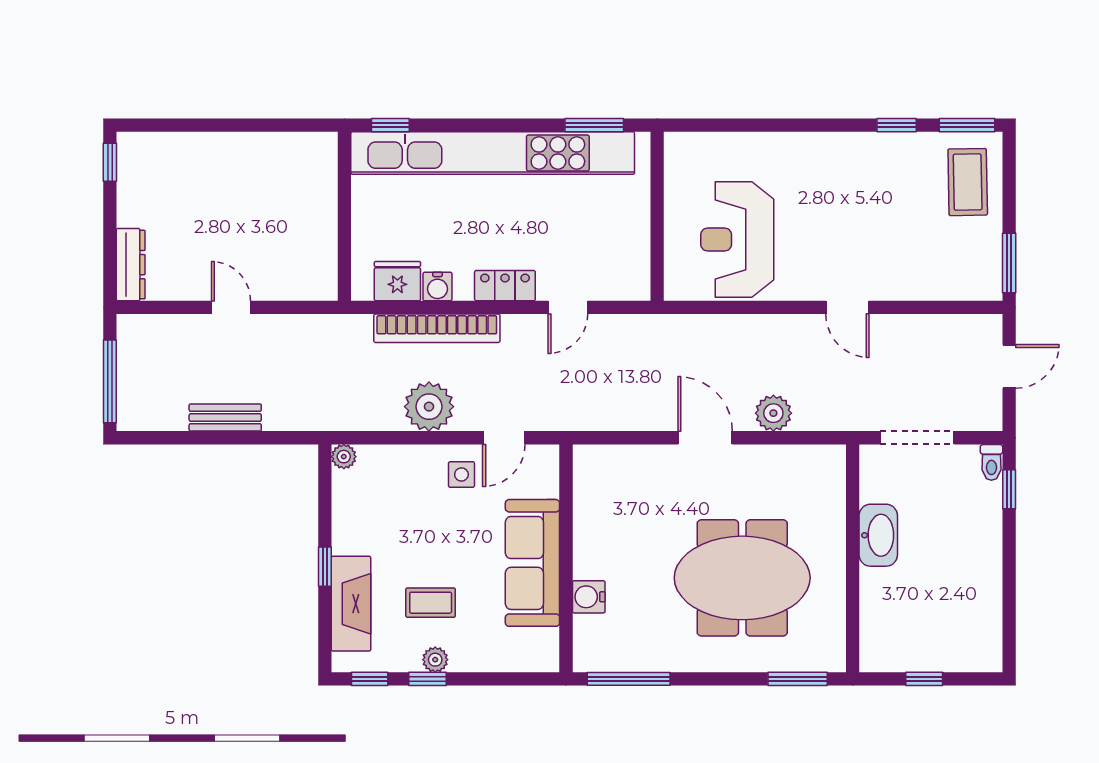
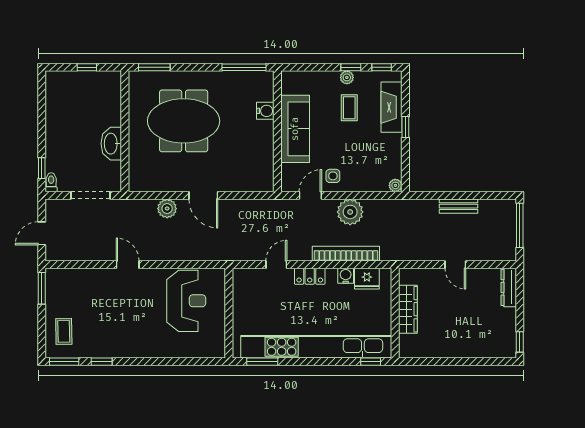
coffee table: (968, 182) -> (64, 331), width x0.73, depth x0.77
wardrobe: (320, 224) -> (408, 309), added
coffee table: (431, 603) -> (349, 108), turned 90

